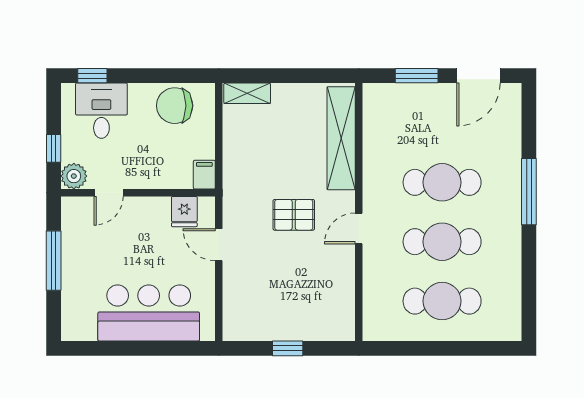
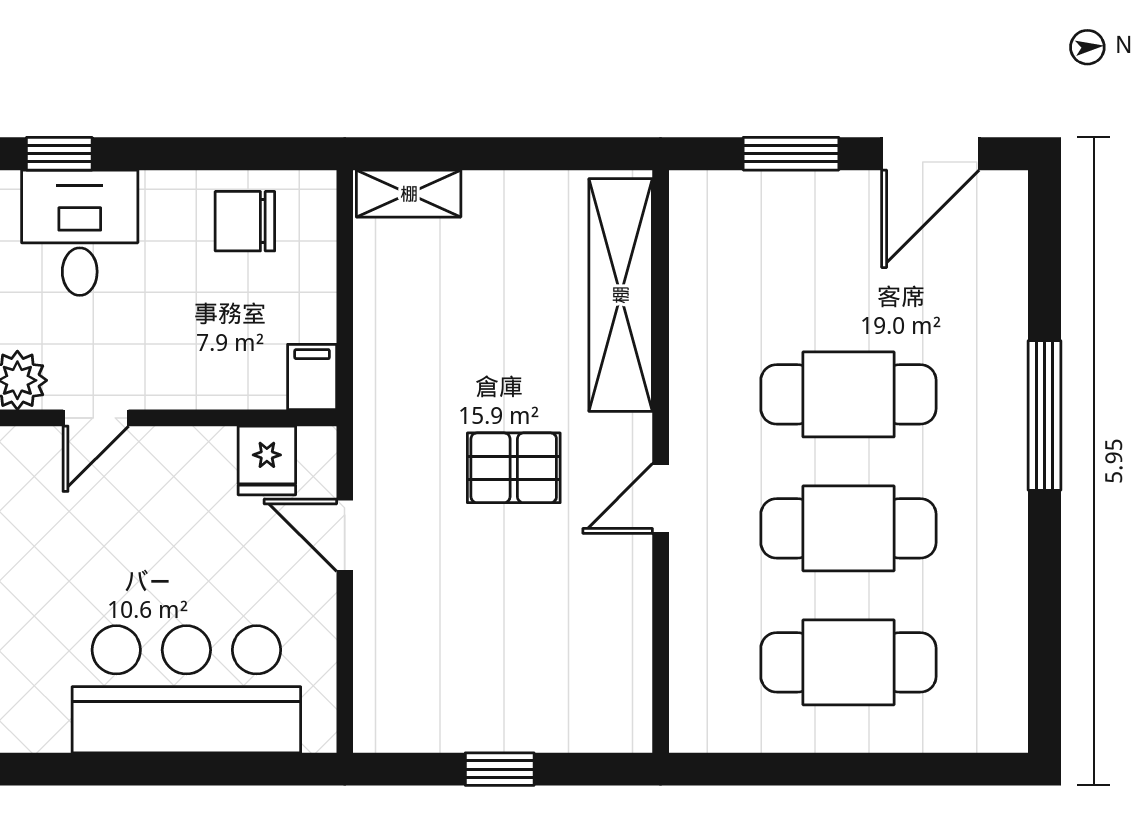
chair: (175, 106) -> (245, 221), width x0.73, depth x0.73

